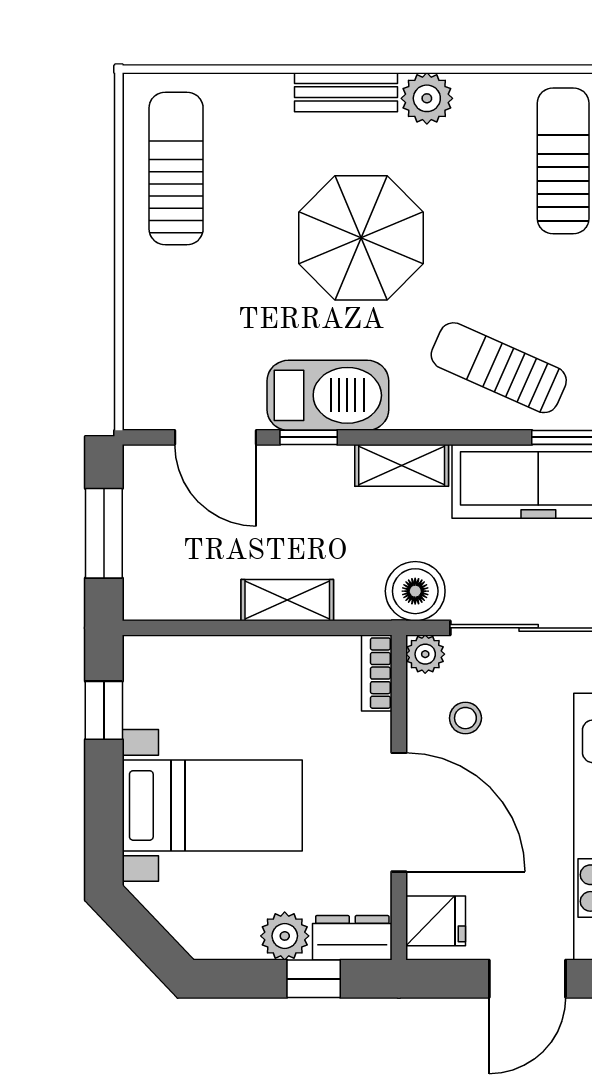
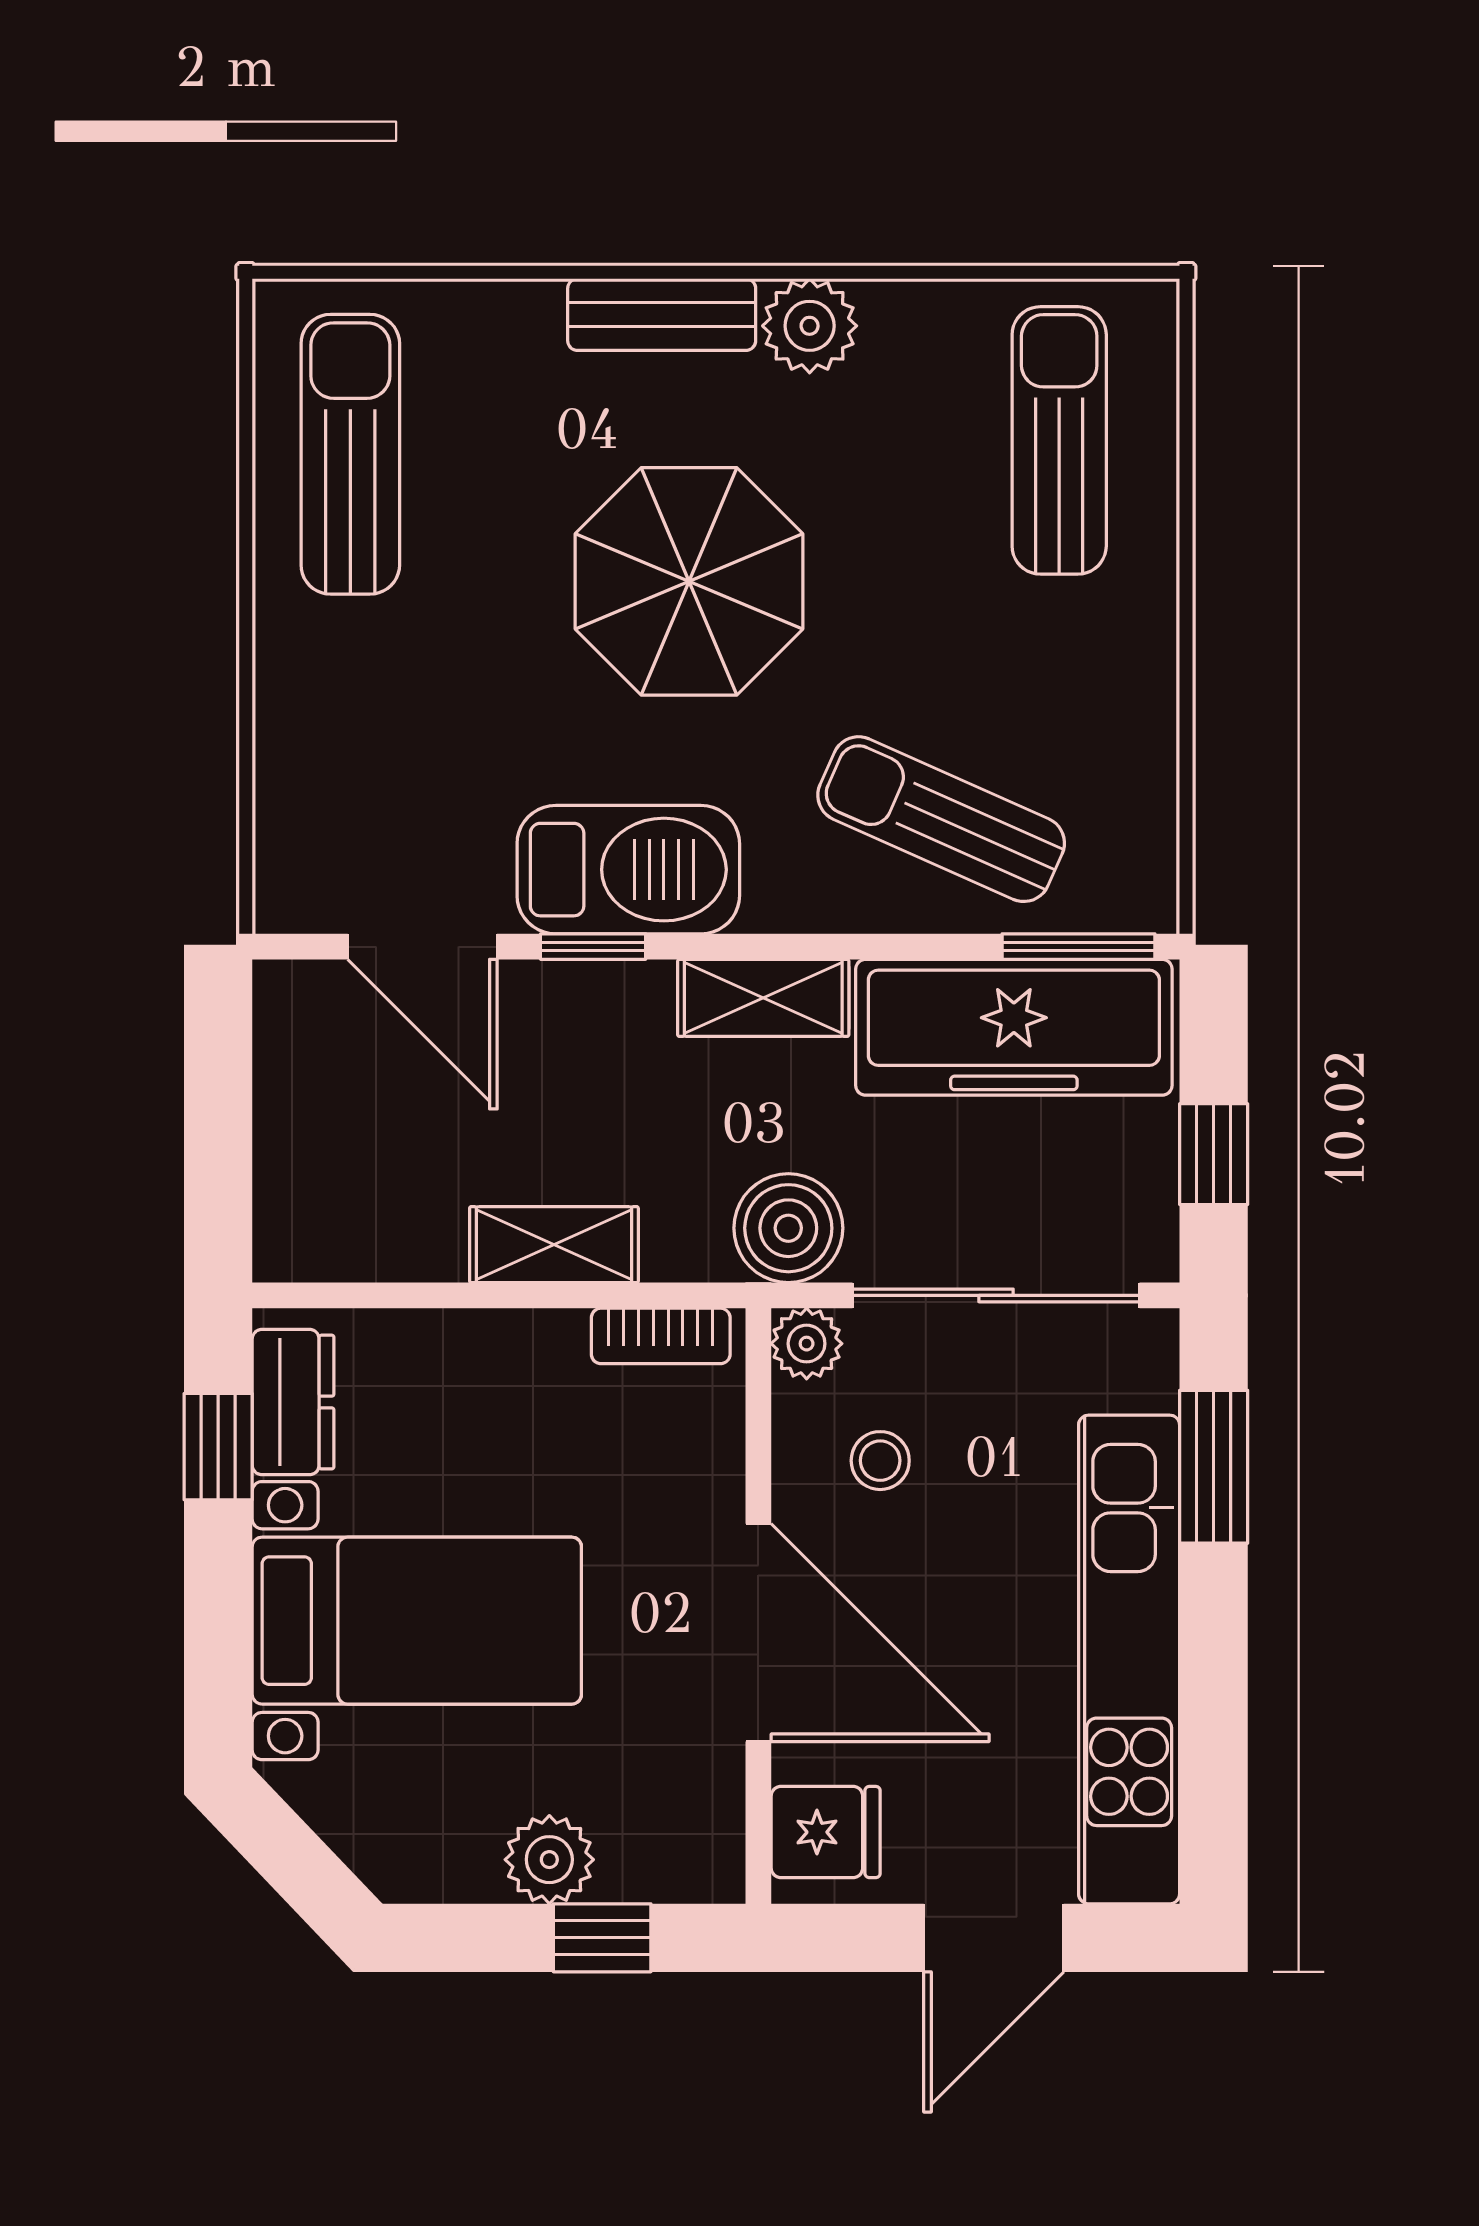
window: (104, 533) -> (218, 1122), removed
bookcase: (377, 673) -> (661, 1336), moved, turned -90
dresser: (352, 938) -> (293, 1402), moved, turned 90

